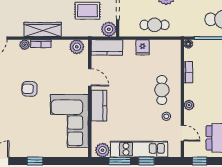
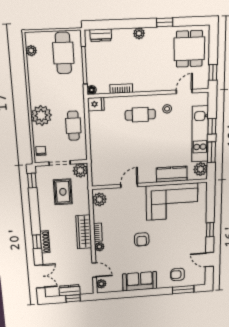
kitchen counter: (107, 47) -> (99, 171), removed
fridge: (143, 47) -> (96, 104), moved
plant: (189, 105) -> (155, 86), removed
kitchen counter: (99, 106) -> (172, 174), moved

